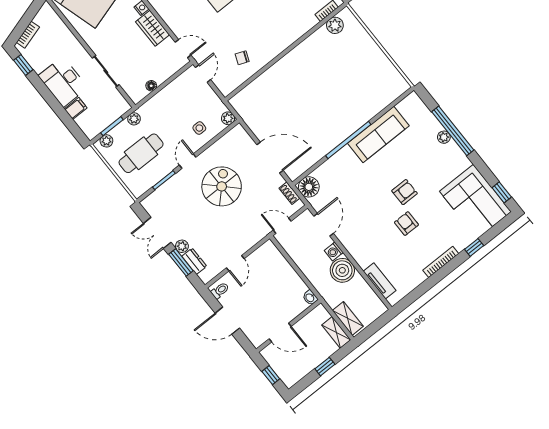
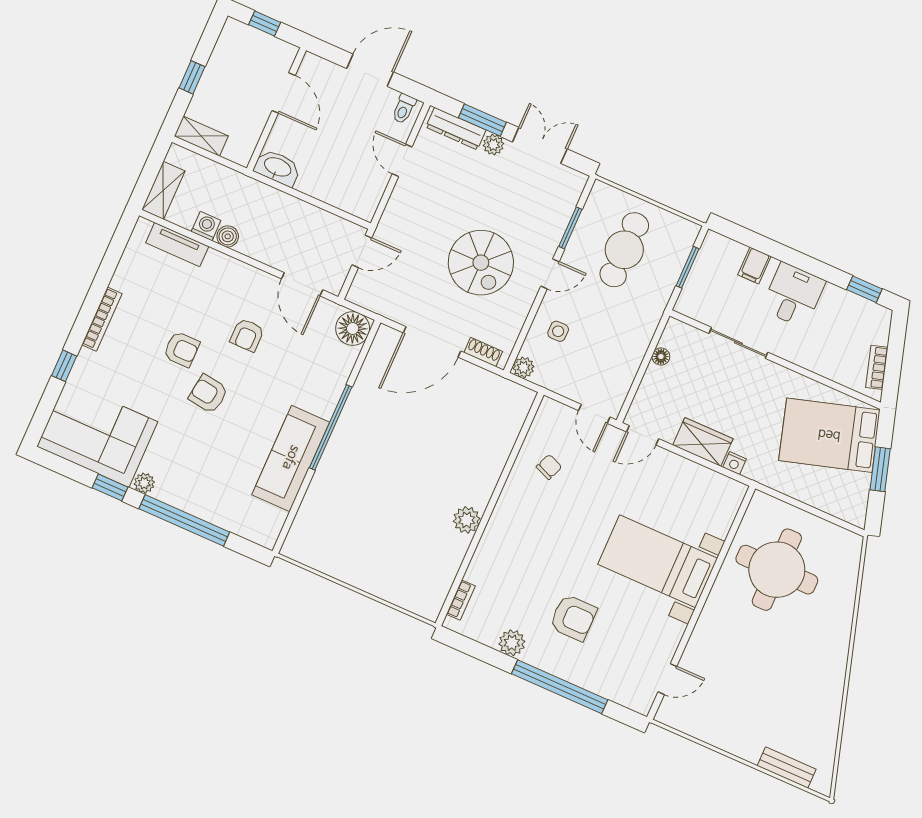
plant: (335, 25) -> (467, 520), moved
bookcase: (28, 35) -> (877, 367), moved
desk: (63, 82) -> (793, 295), width x0.73
plant: (134, 119) -> (661, 295), removed
plant: (444, 137) -> (144, 483), moved
plant: (106, 141) -> (684, 241), removed
door: (188, 161) -> (550, 274), hinge flipped
armchair: (405, 192) -> (208, 394), turned 98
window: (502, 192) -> (110, 487), moved
shoe rack: (289, 193) -> (483, 352), moved
armchair: (367, 213) -> (247, 335), added
washing machine: (334, 251) -> (206, 226), moved
dresser: (194, 261) -> (456, 129), width x1.44
boiler: (342, 270) -> (228, 236), width x0.54, depth x0.54
washbasin: (310, 298) -> (277, 168), width x1.91, depth x1.45
shelving: (348, 318) -> (163, 190), moved, turned 90
door: (280, 333) -> (284, 93), swing flipped

